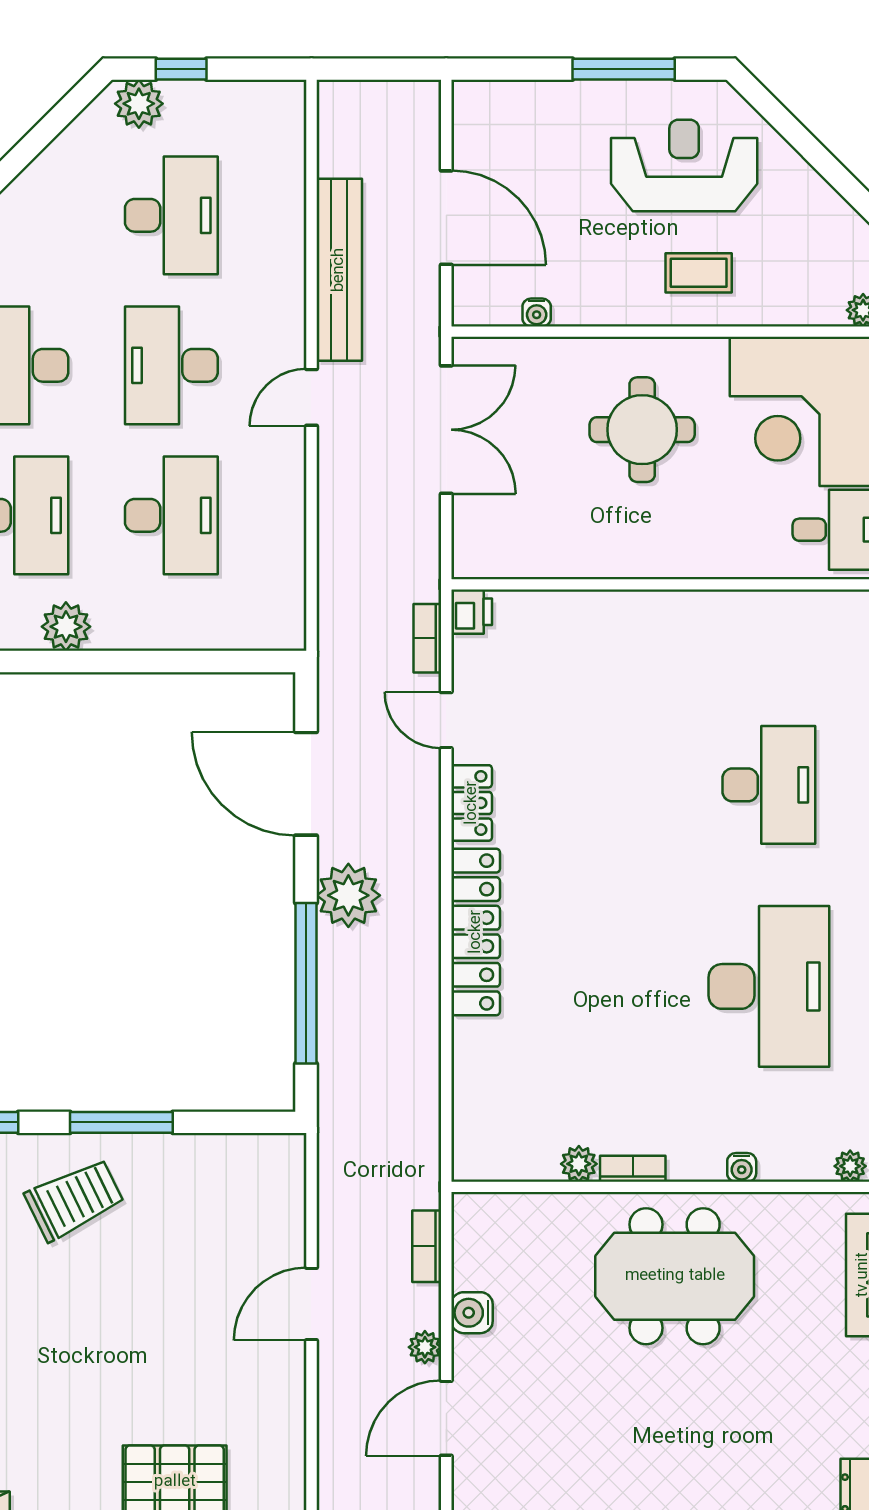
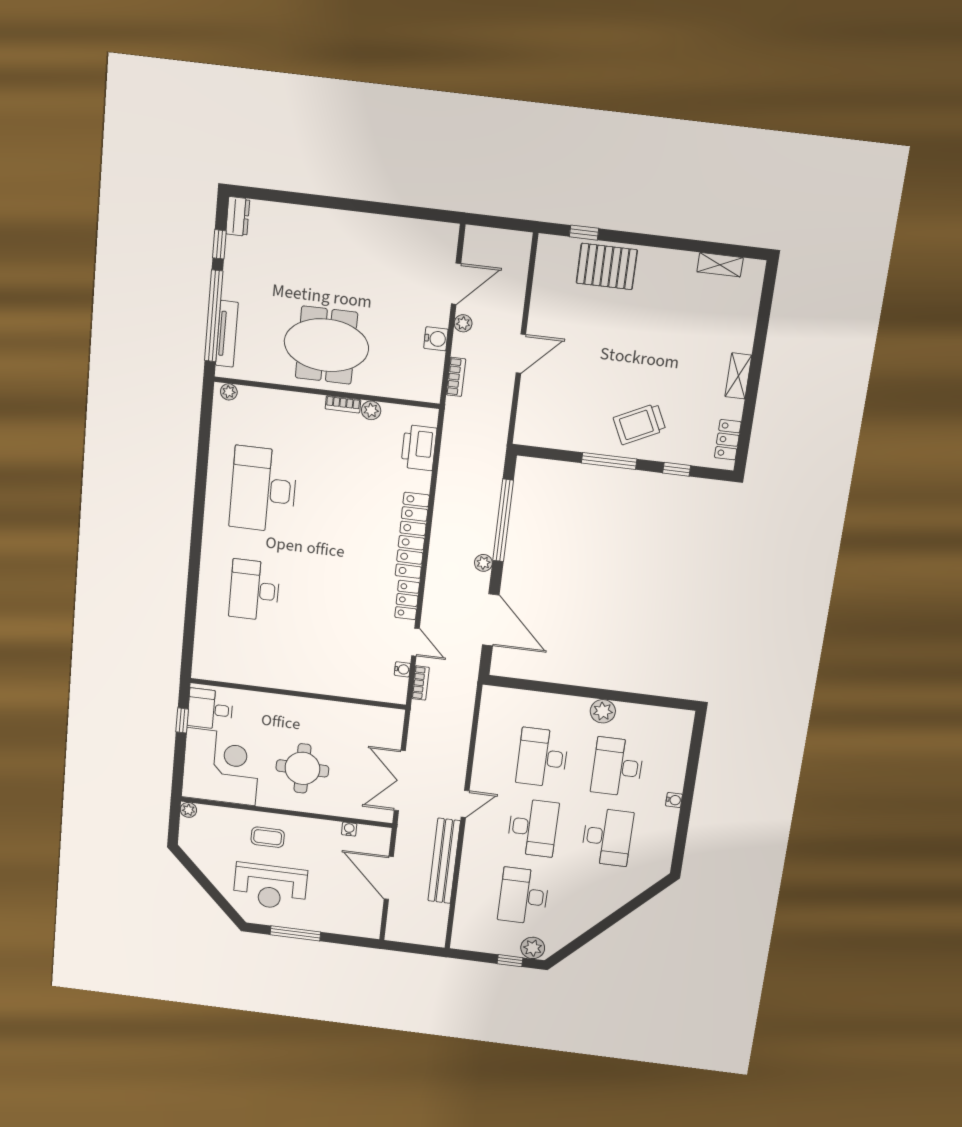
printer: (472, 612) -> (419, 448), moved, width x1.87, depth x1.48
plant: (348, 895) -> (483, 563), width x0.53, depth x0.53
water cooler: (742, 1167) -> (402, 669), moved, turned 90

